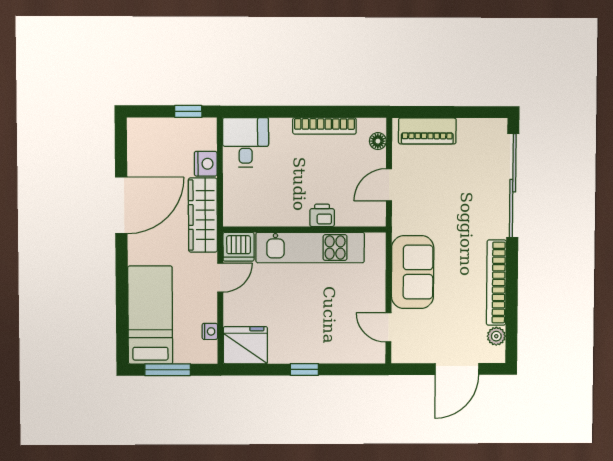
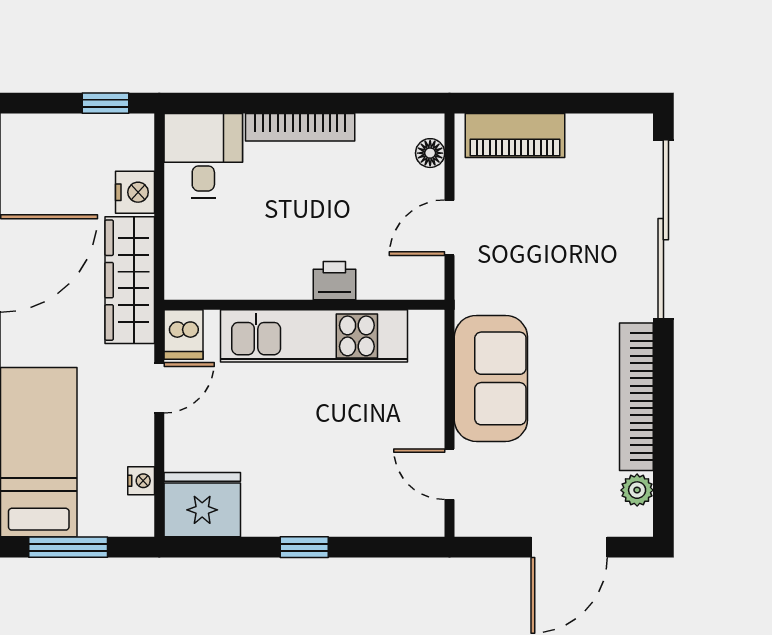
bookcase: (324, 126) -> (300, 127), moved
dishwasher: (239, 247) -> (183, 335), width x0.73

